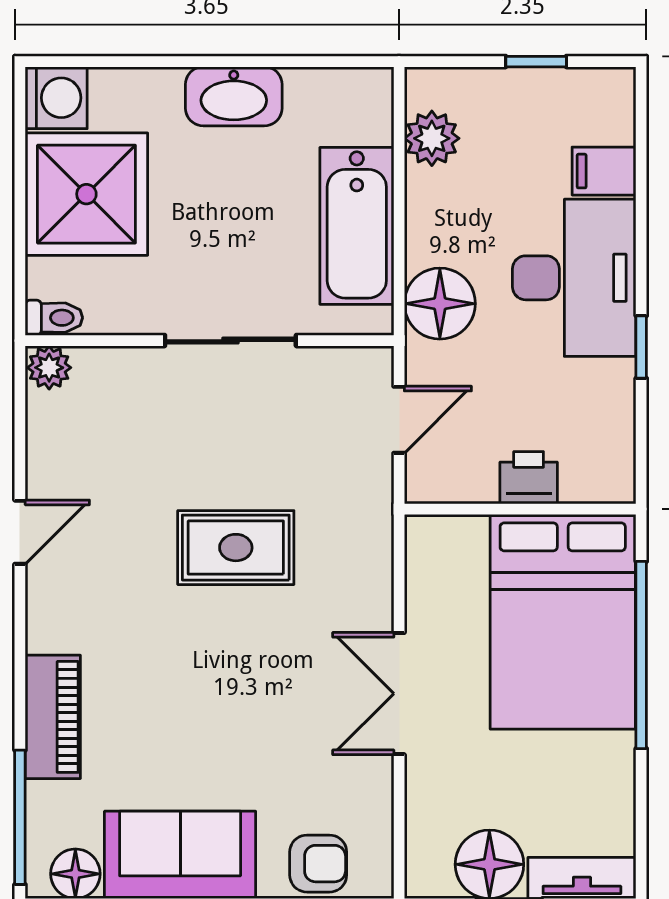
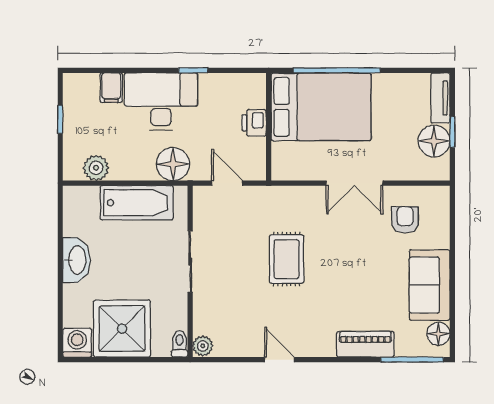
armchair: (318, 864) -> (405, 220), moved

